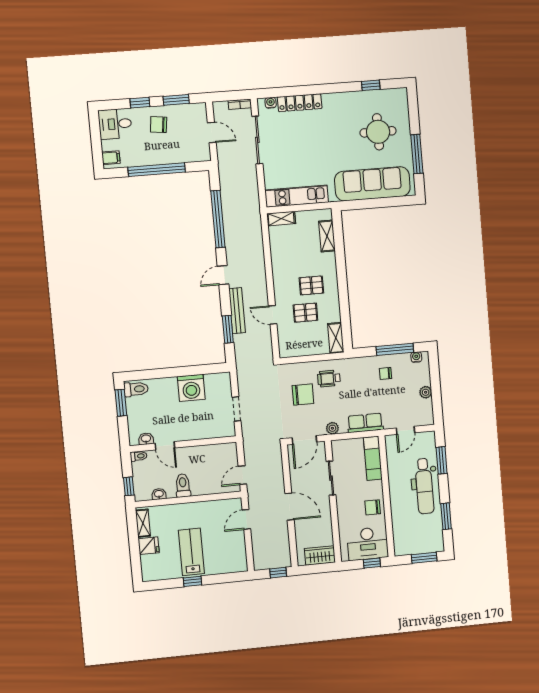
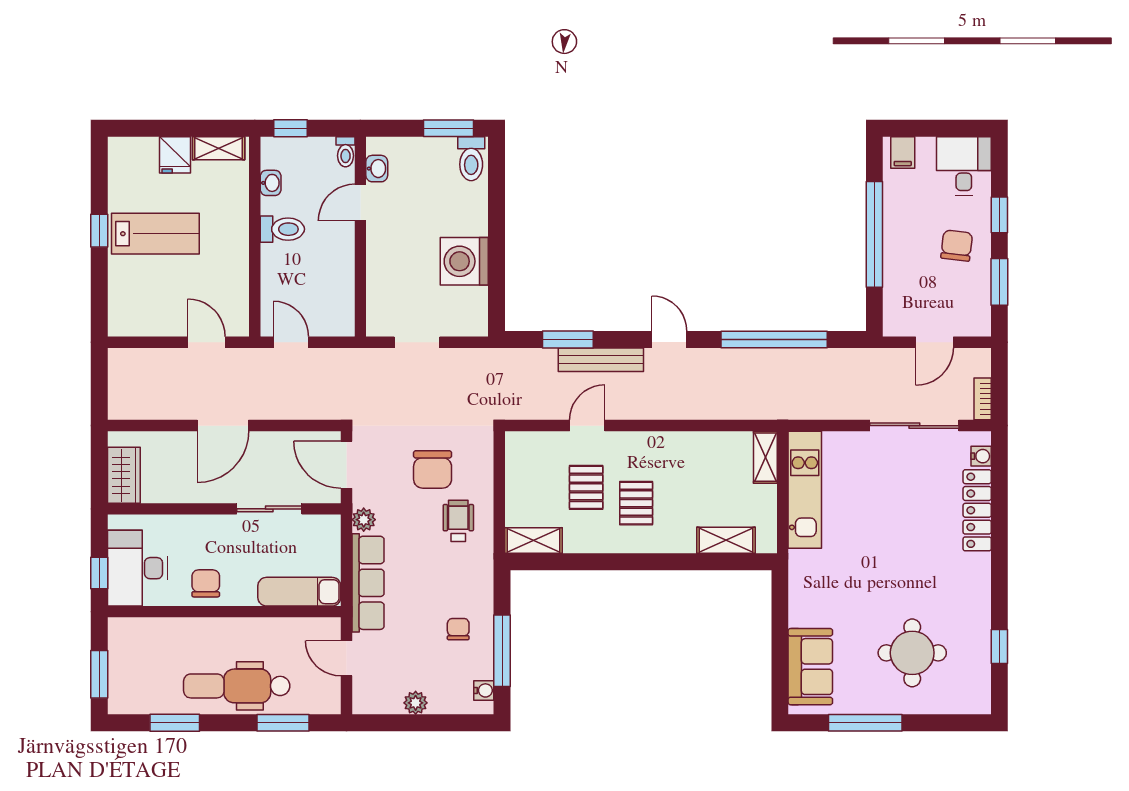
sofa: (372, 184) -> (810, 667), width x0.54, depth x0.79
row of seats: (365, 423) -> (368, 583), width x1.48
window: (278, 573) -> (99, 393), removed

